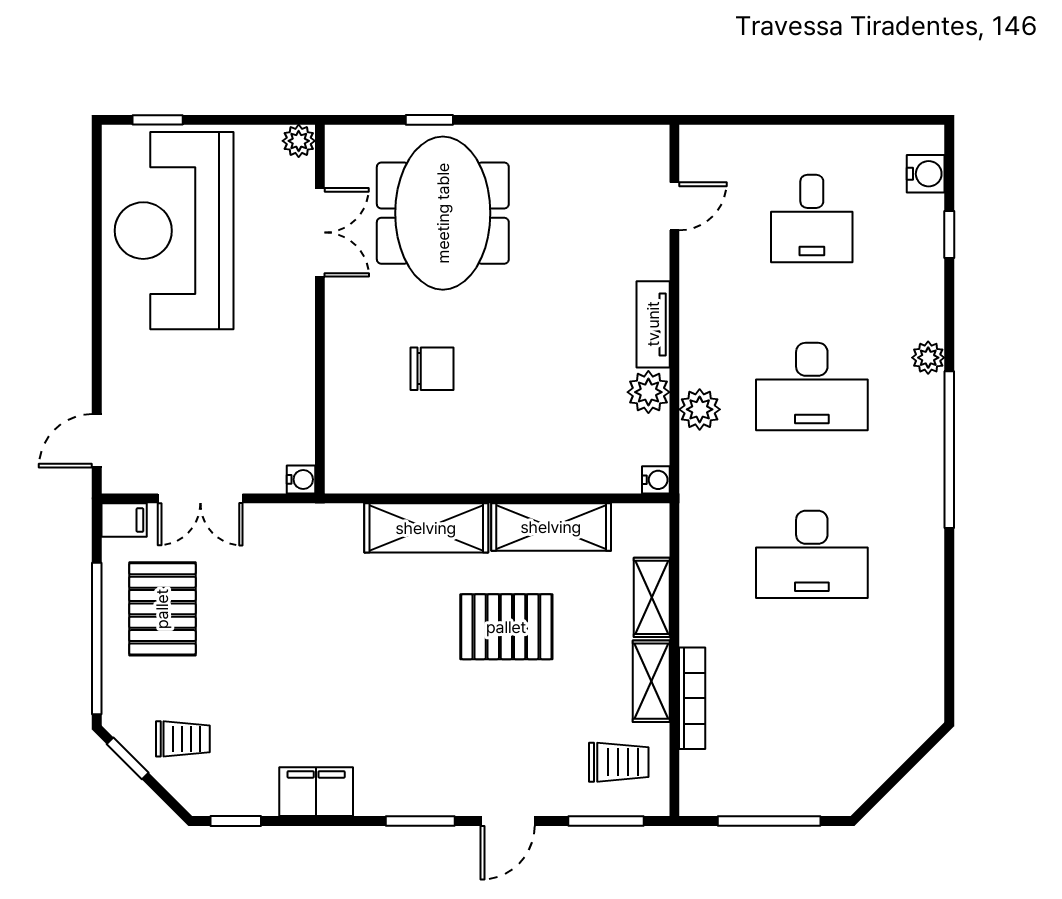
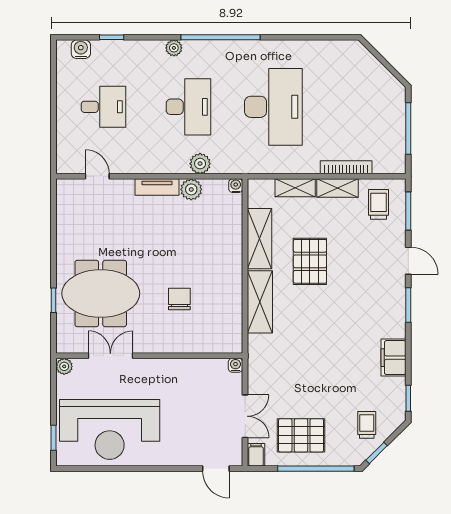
desk: (812, 554) -> (273, 107), width x1.36, depth x1.30

